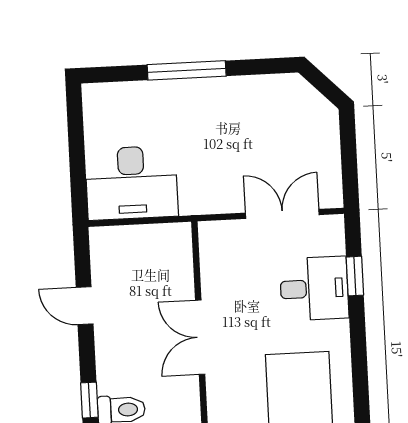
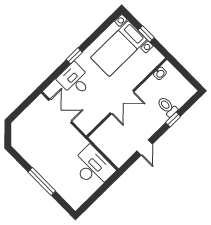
double door: (282, 214) -> (60, 111), swing flipped
window: (355, 276) -> (74, 56), moved

